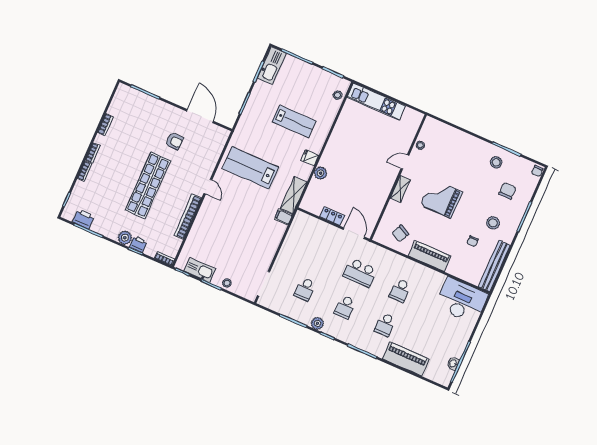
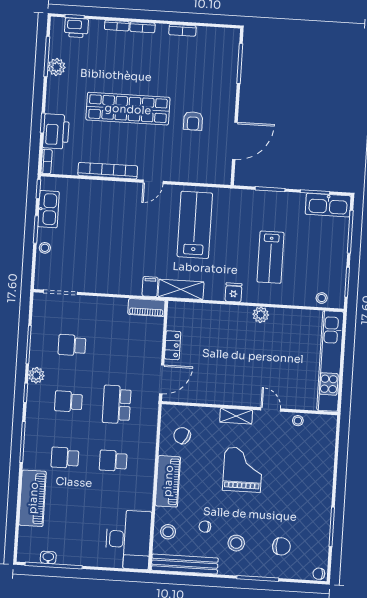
kitchen unit: (376, 102) -> (330, 361), width x1.36
stool: (496, 162) -> (168, 532), moved
plant: (320, 173) -> (261, 315), moved
printer: (83, 219) -> (76, 28), moved, turned 90
piano: (298, 225) -> (146, 307), added
plant: (125, 238) -> (57, 67), moved
printer: (138, 244) -> (56, 131), width x1.87, depth x1.48

